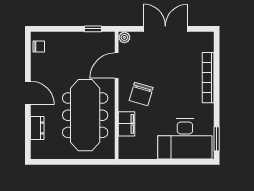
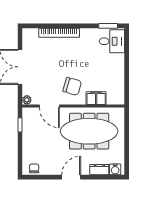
desk: (185, 139) -> (112, 41), width x0.53, depth x0.77
water cooler: (37, 148) -> (115, 169), added

